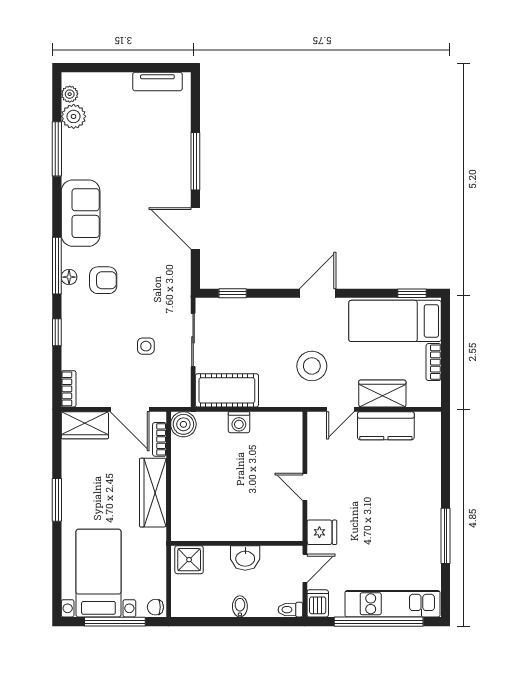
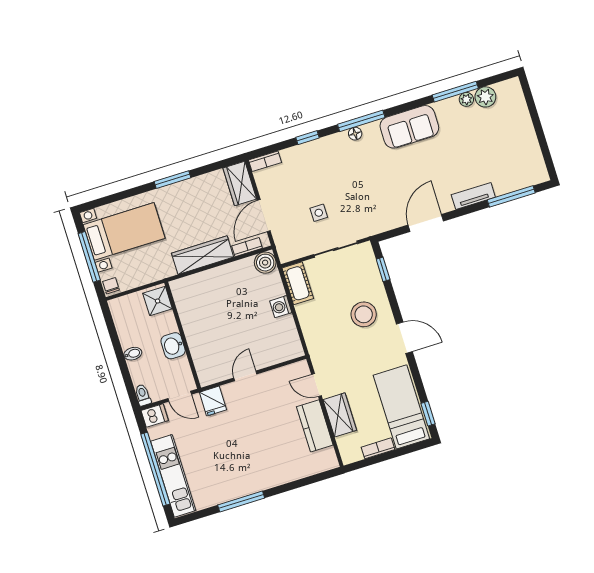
tv unit: (157, 81) -> (473, 196), moved, turned 90
plant: (70, 94) -> (466, 99), moved
window: (195, 161) -> (511, 196), moved
armchair: (103, 280) -> (361, 162), removed
stool: (312, 366) -> (364, 314), moved
cot: (227, 390) -> (298, 283), width x0.73, depth x0.75

